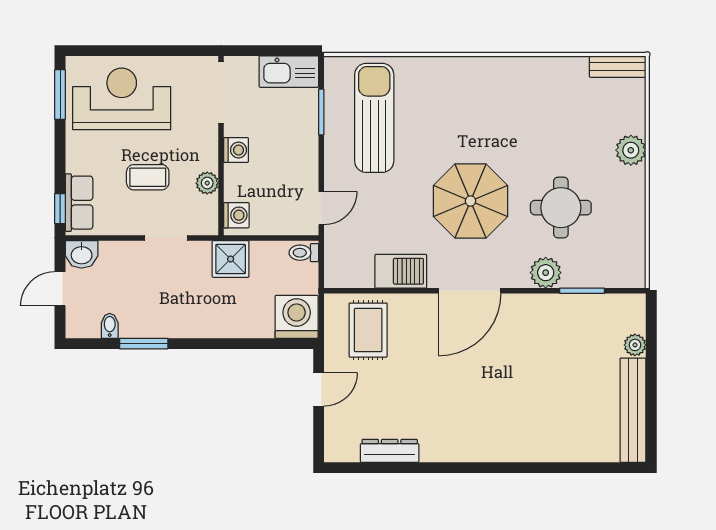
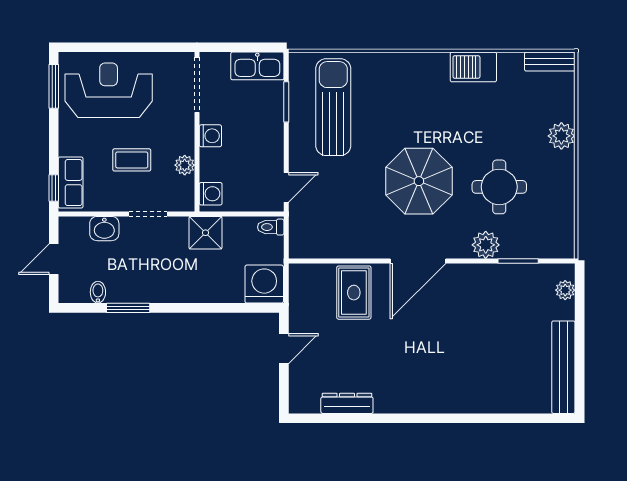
washbasin: (82, 254) -> (104, 229), moved
barbecue: (401, 271) -> (473, 67), moved, turned 180
rug: (368, 330) -> (354, 293), moved
plant: (635, 345) -> (565, 290), moved

